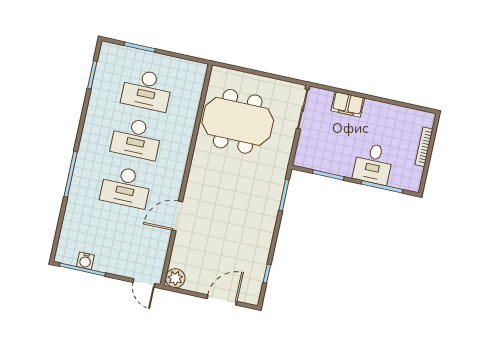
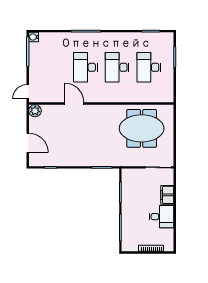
meeting table: (238, 121) -> (142, 128), turned 90
desk: (373, 164) -> (161, 217), moved, turned 180
water cooler: (85, 261) -> (34, 37), moved

